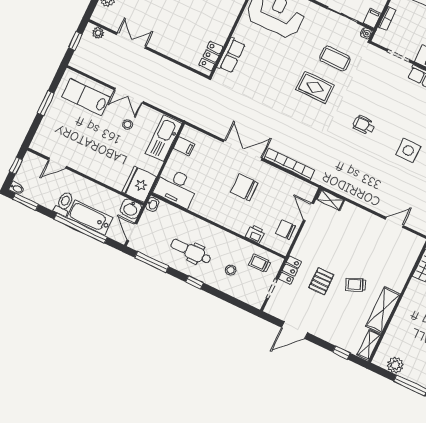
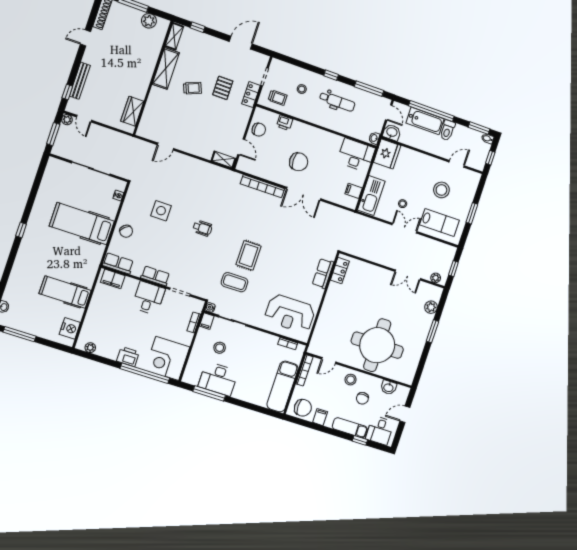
rug: (315, 87) -> (249, 255), turned 90
stool: (79, 135) -> (441, 190), added

